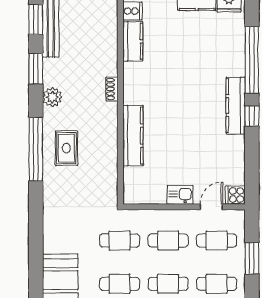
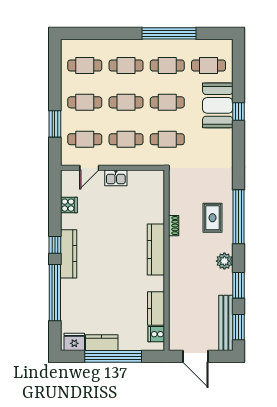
shoe rack: (112, 89) -> (174, 226), moved
kitchen counter: (133, 136) -> (156, 250), moved
cooker: (235, 195) -> (69, 205), moved
window: (36, 273) -> (238, 111), added

